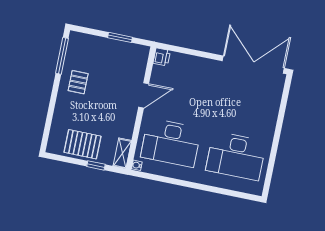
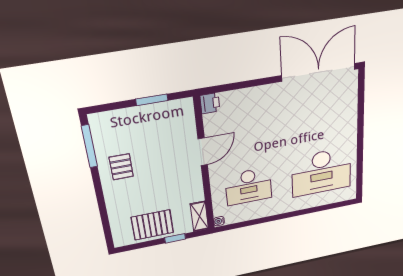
desk: (171, 143) -> (249, 186), width x0.73, depth x0.77

